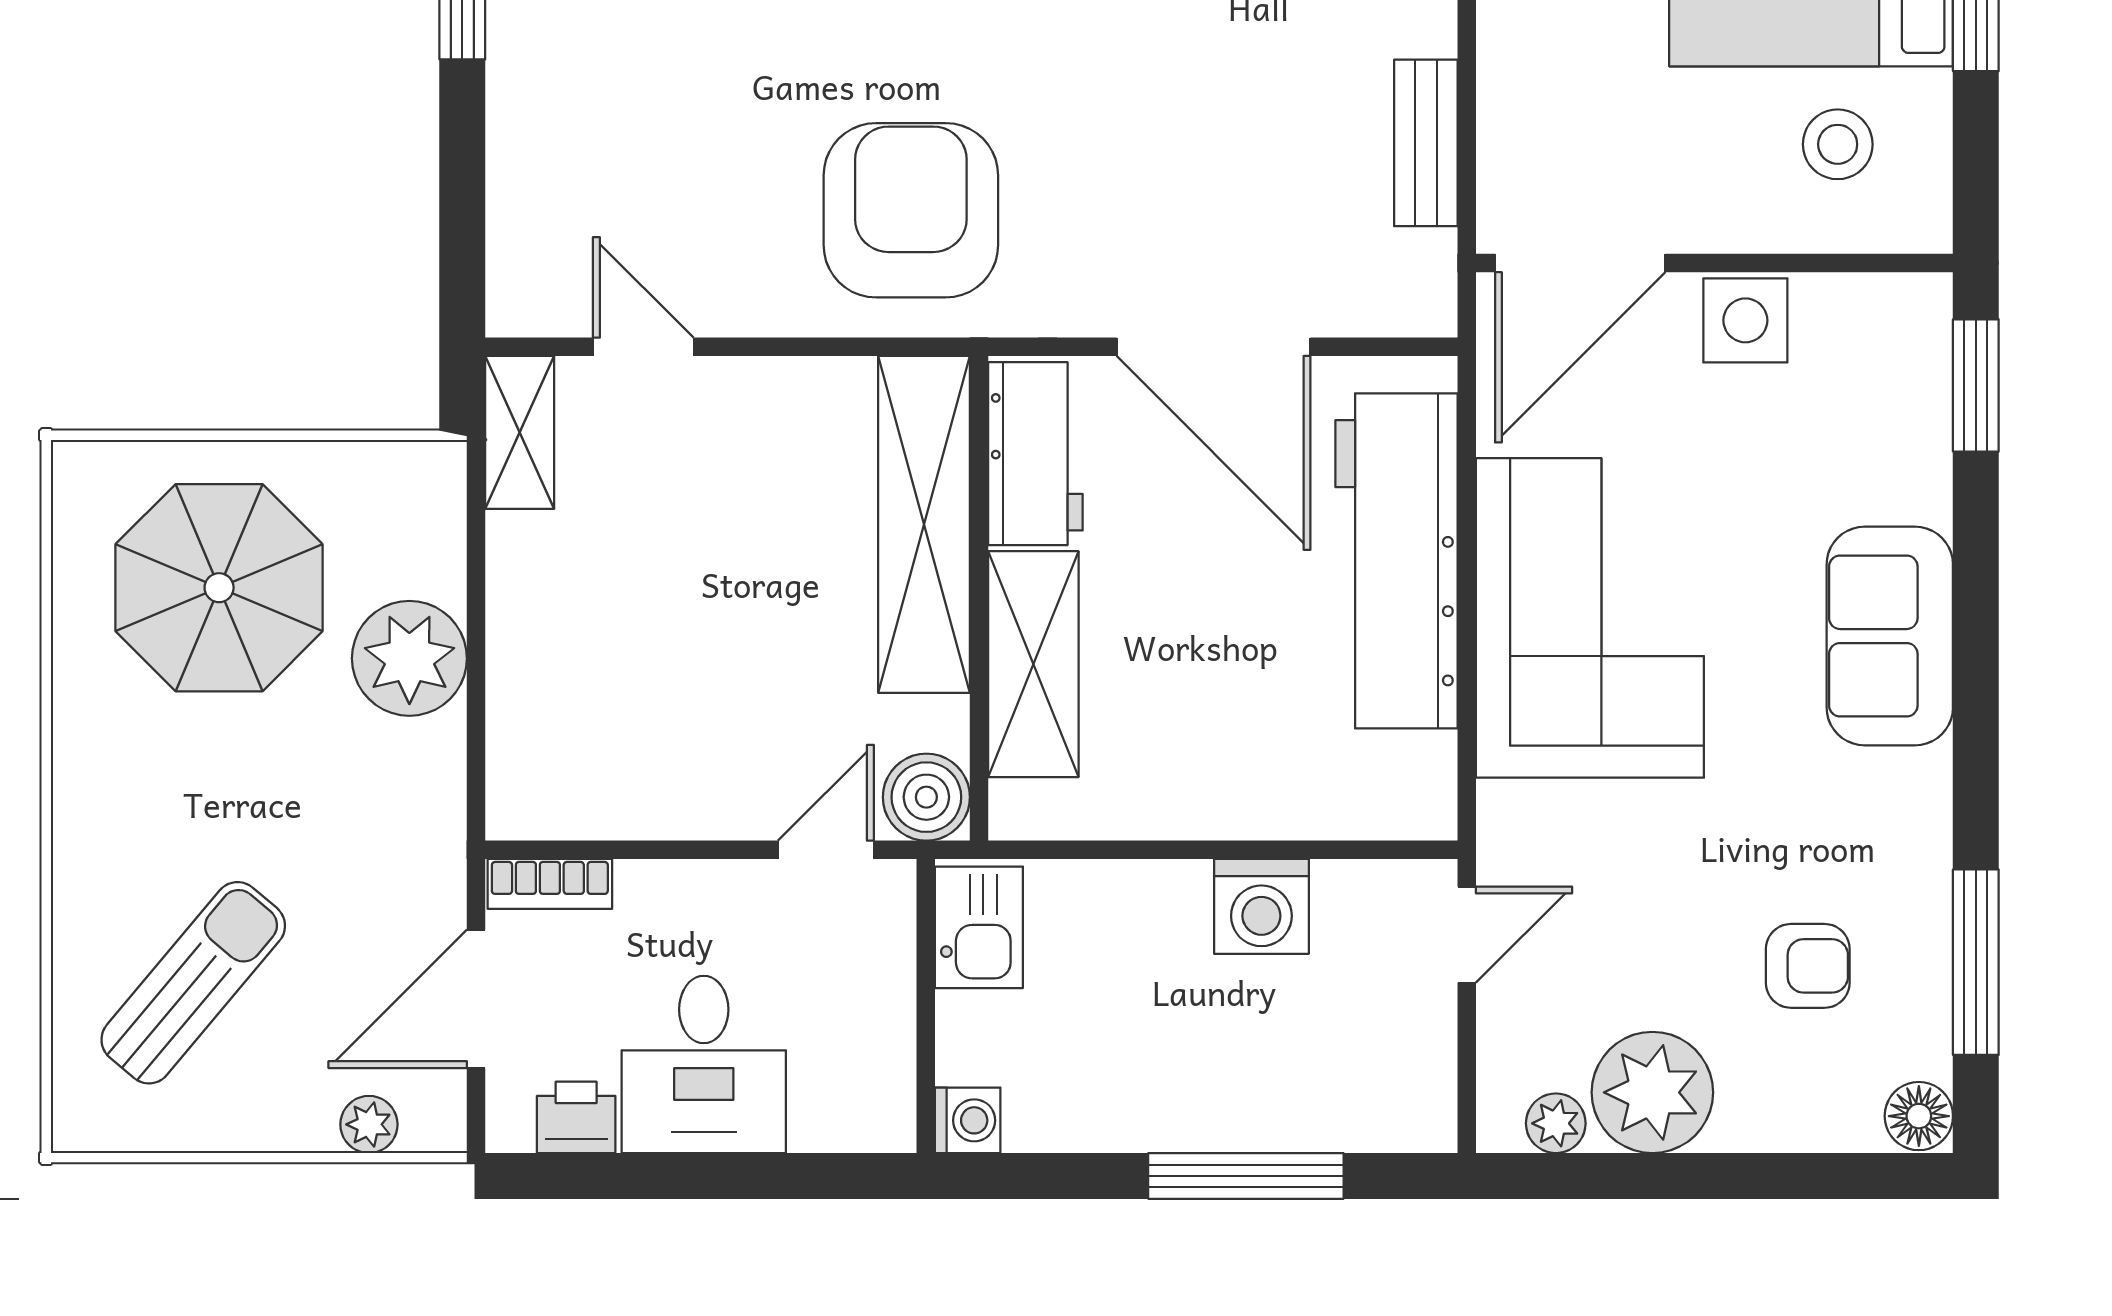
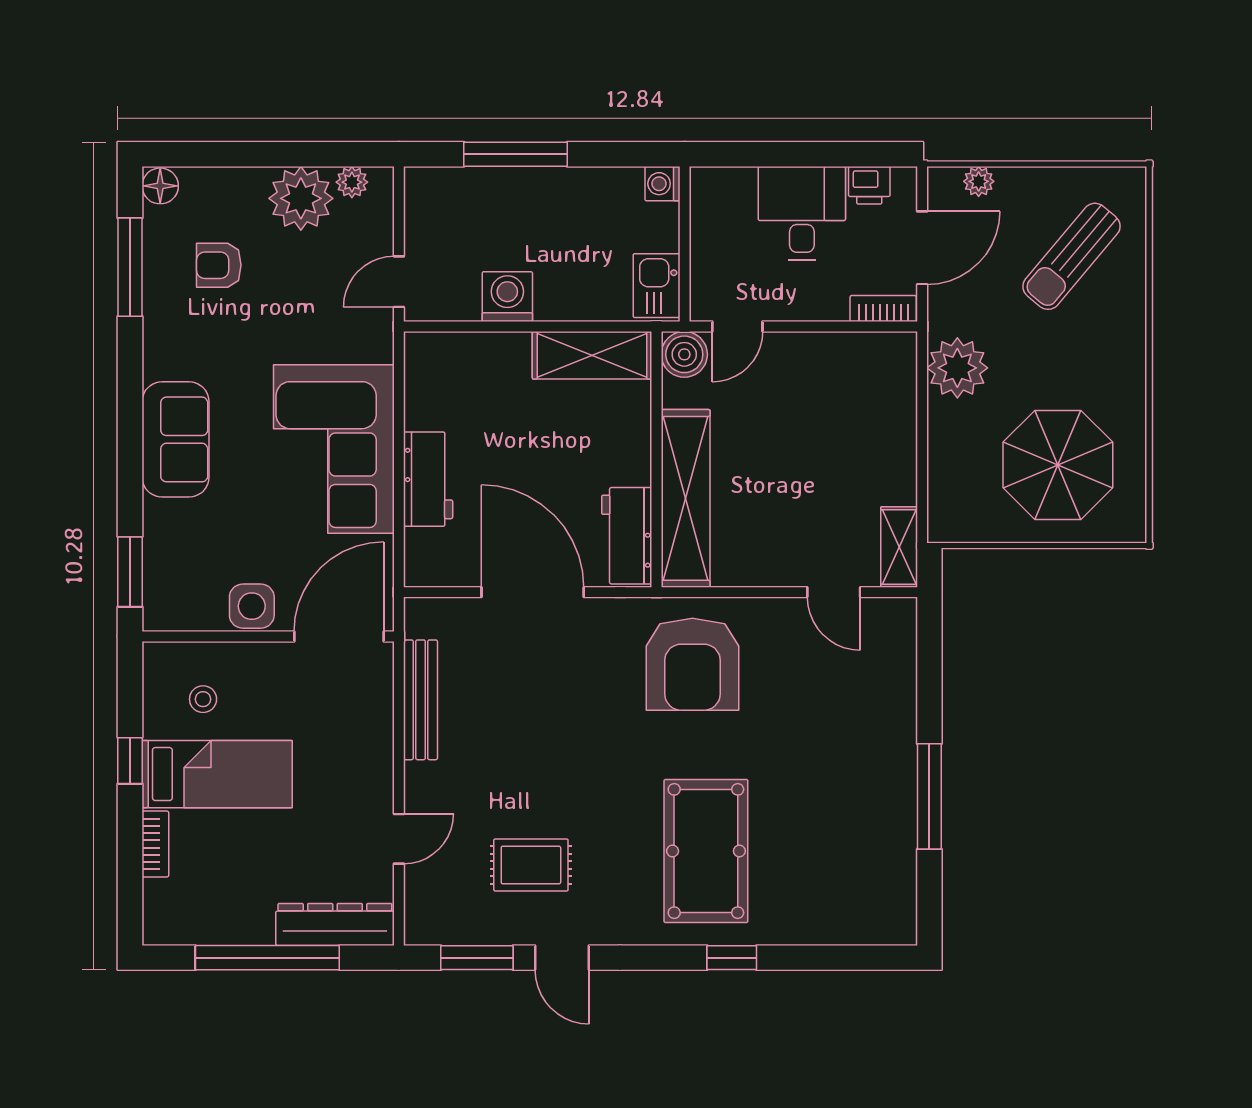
bench: (1426, 143) -> (421, 700), width x1.36
stool: (1838, 144) -> (203, 699), width x0.73, depth x0.73
workbench: (1397, 561) -> (428, 479), width x0.53, depth x0.76
plant: (409, 658) -> (957, 368), moved
shelving: (1033, 664) -> (592, 355), moved, turned 90

